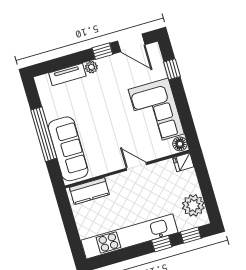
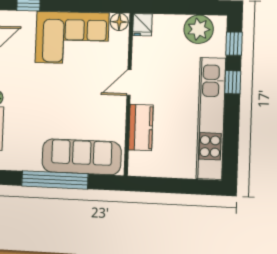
kitchen counter: (89, 191) -> (141, 127), moved

